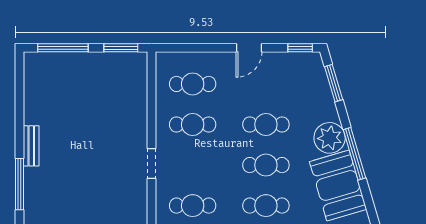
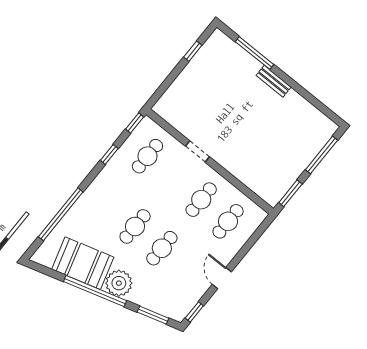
window: (354, 154) -> (95, 291), width x1.46
cafe table: (266, 206) -> (108, 205), removed

